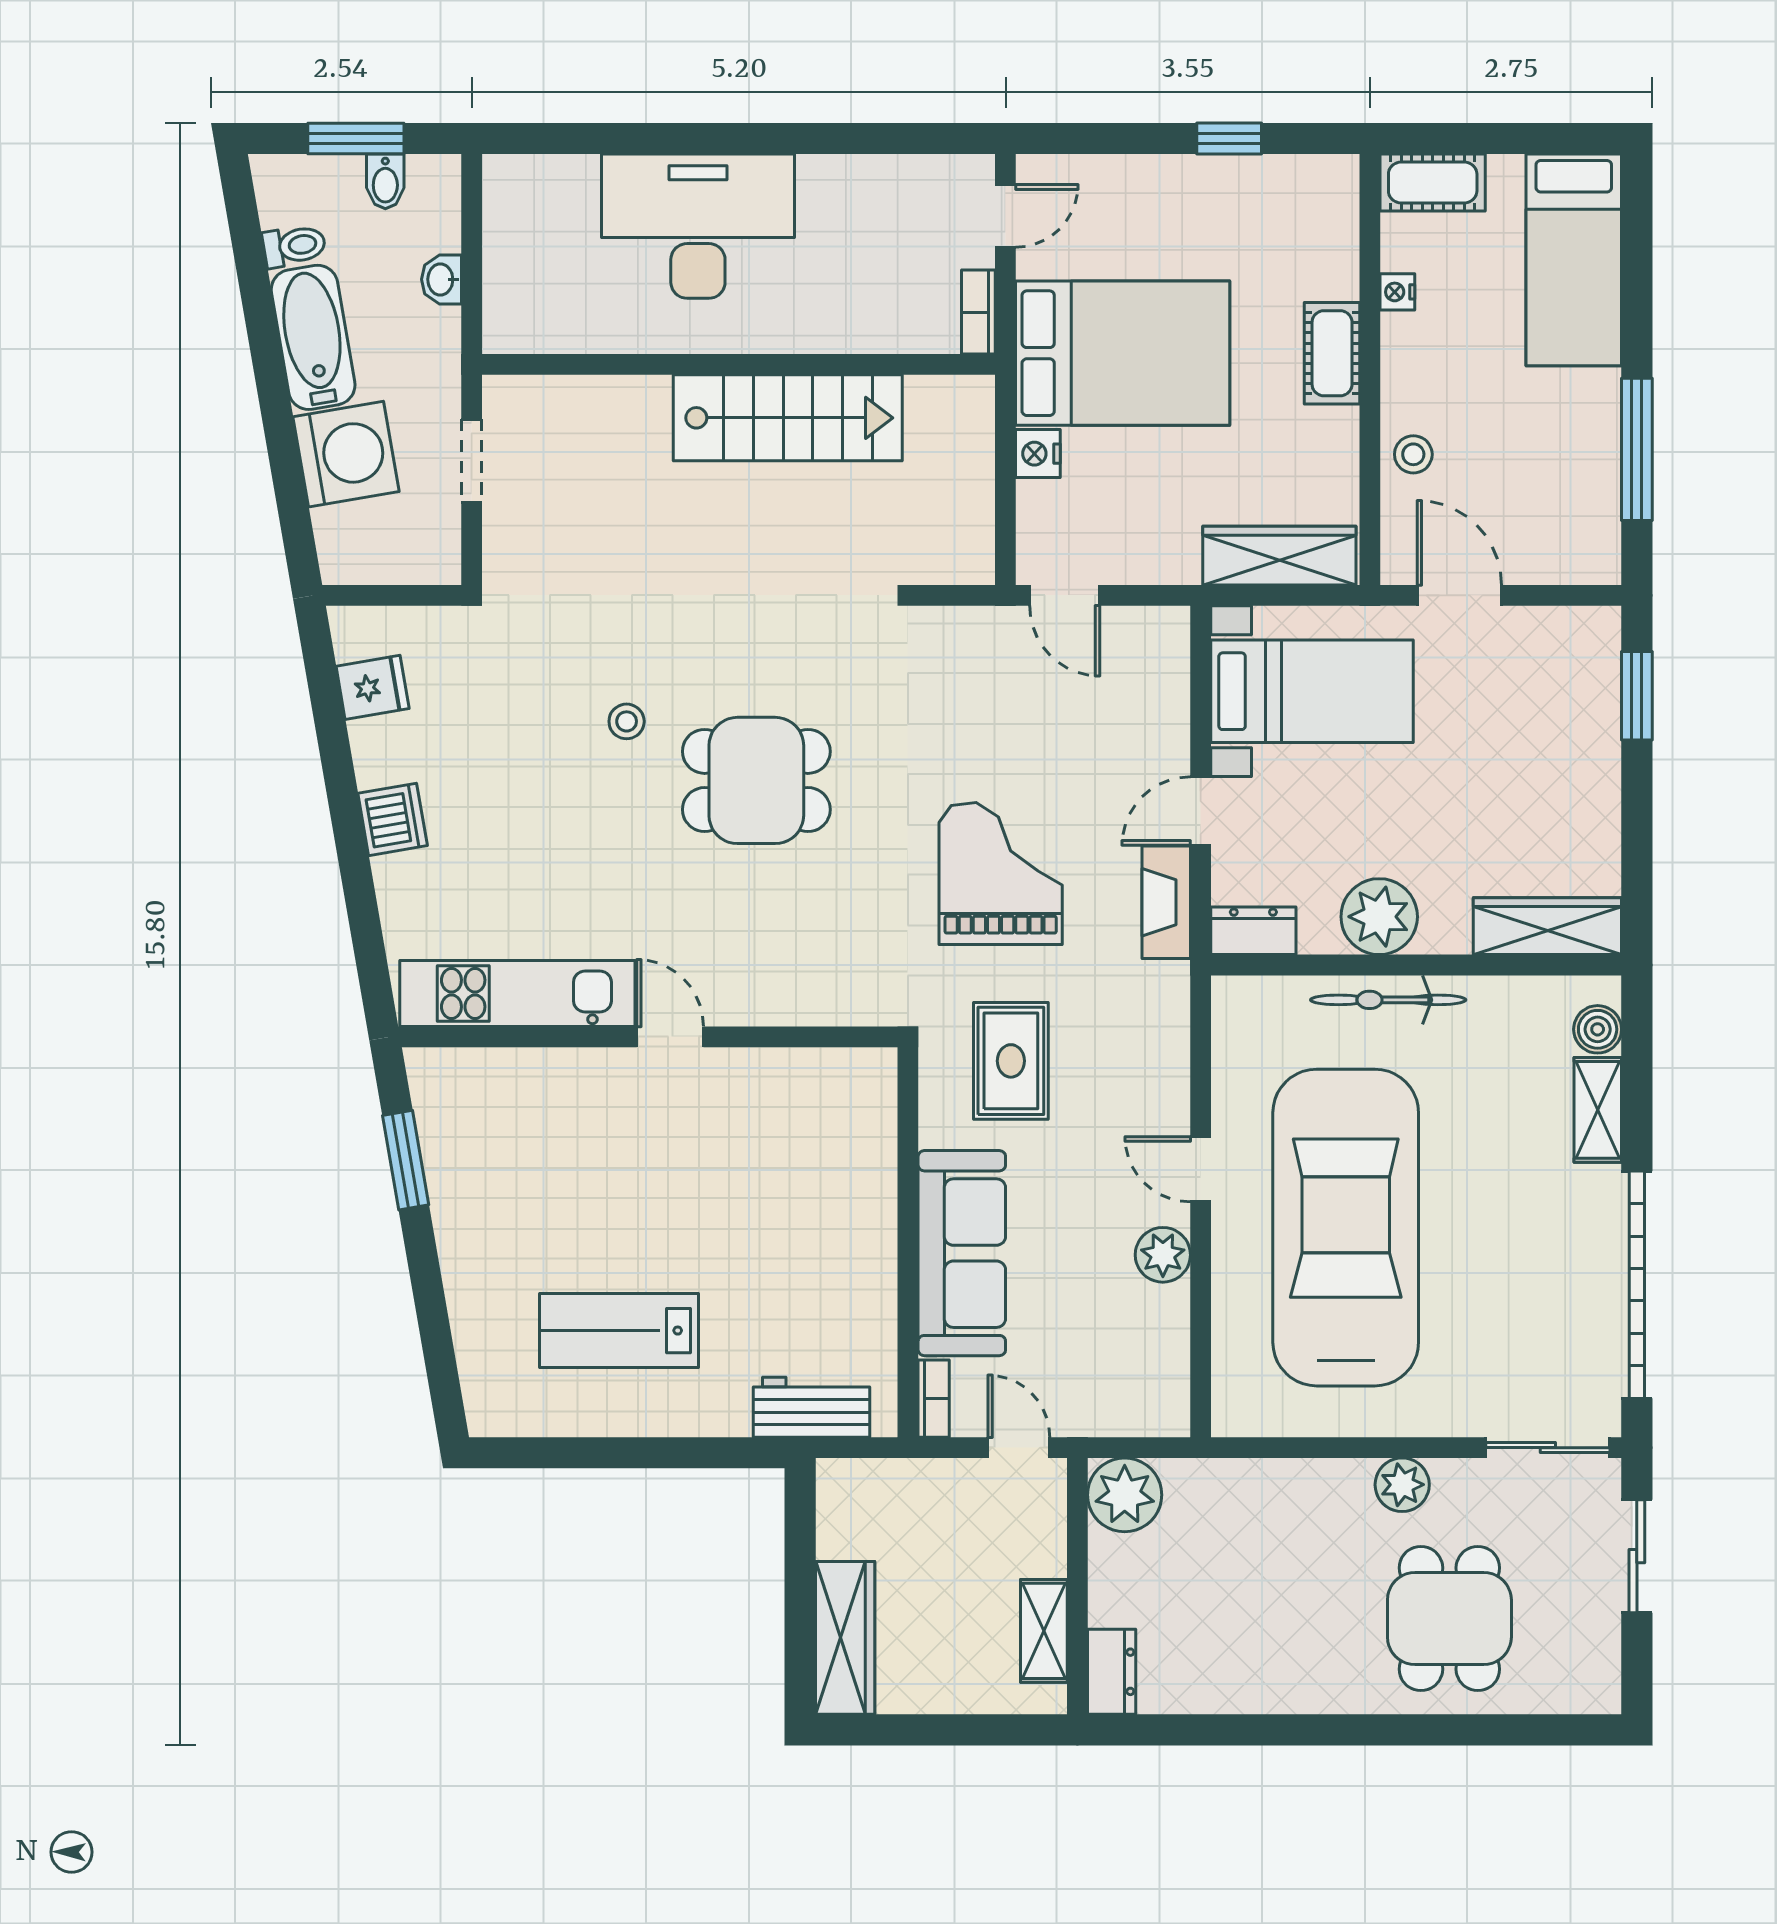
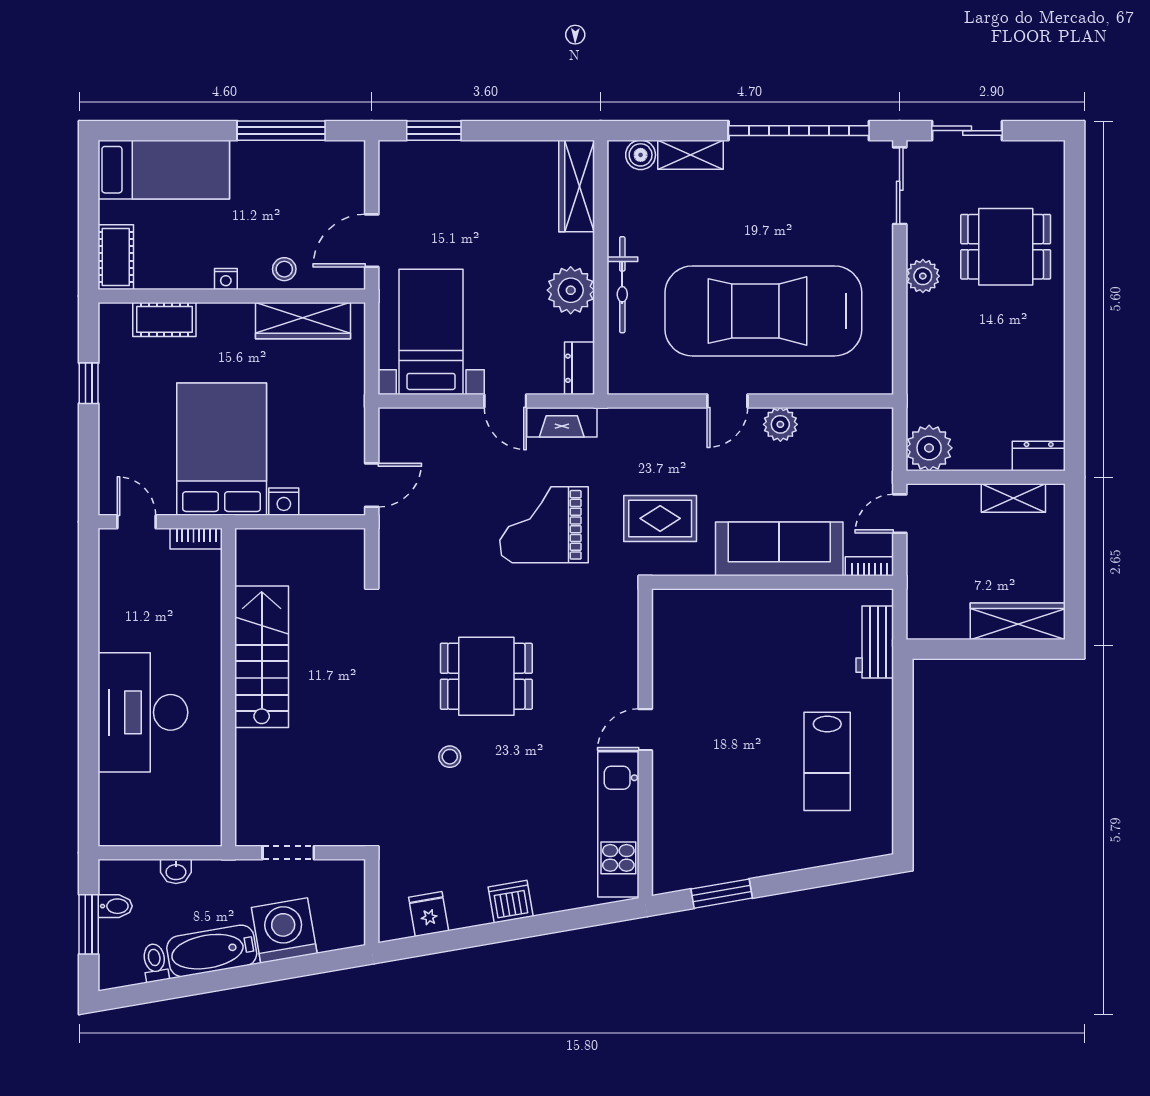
nightstand: (1397, 292) -> (226, 279), moved
cot: (1332, 353) -> (164, 319), moved
wardrobe: (1279, 556) -> (303, 321), moved, turned -90
dining table: (756, 780) -> (486, 676), turned 90

